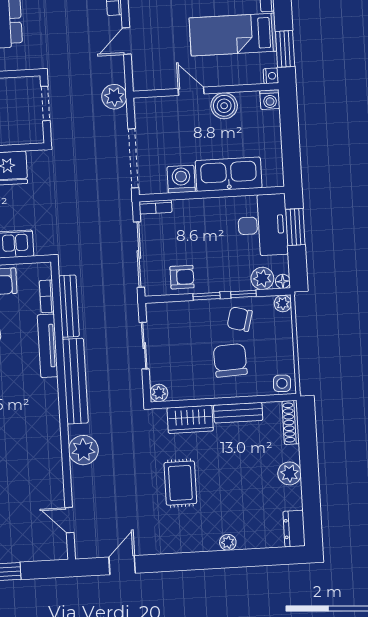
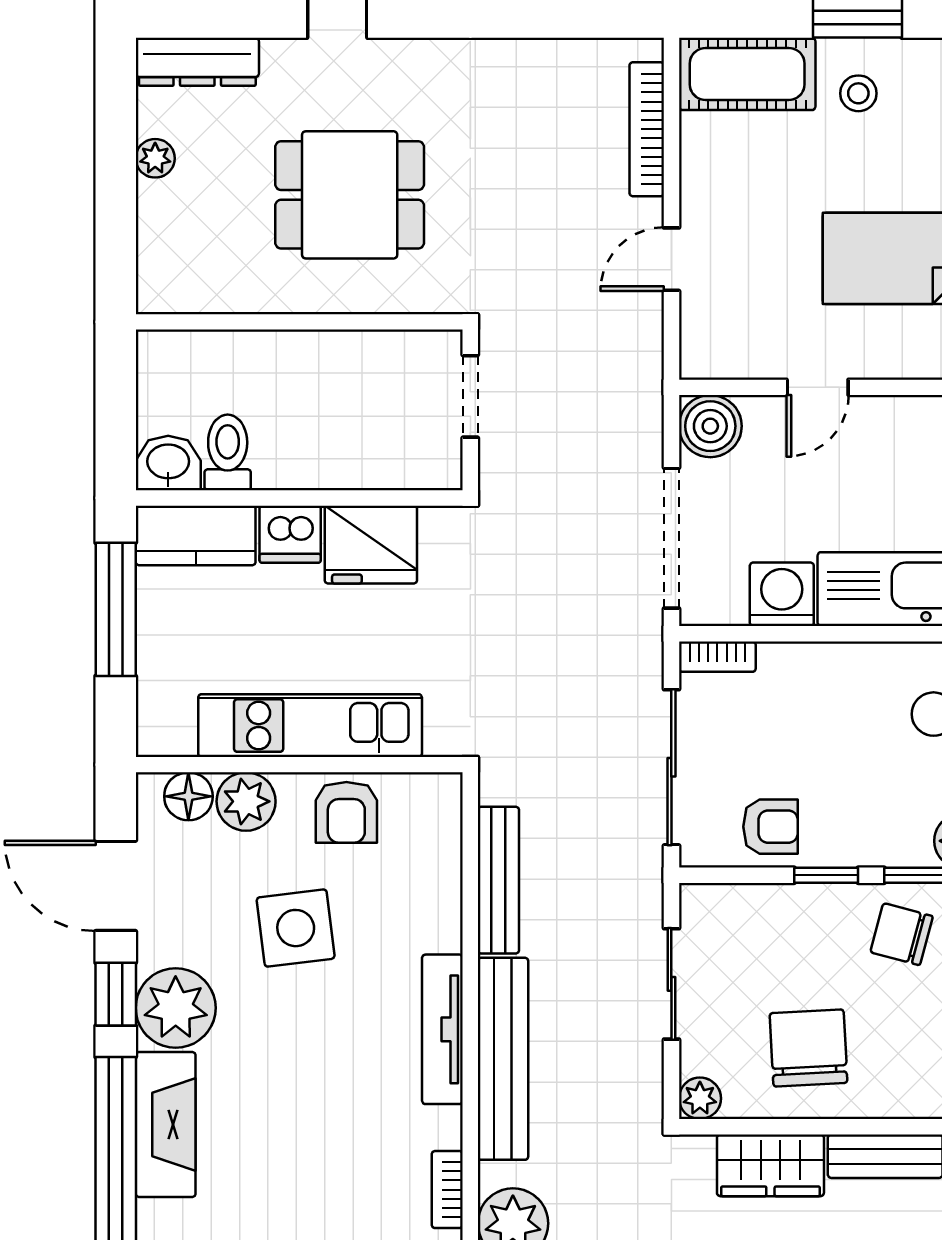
door: (191, 91) -> (818, 387), swing flipped
plant: (114, 97) -> (635, 390), removed
boiler: (224, 106) -> (710, 426), moved
bookcase: (47, 296) -> (447, 1190), moved
tv unit: (48, 346) -> (442, 1029), moved
chair: (230, 360) -> (808, 1048), moved

